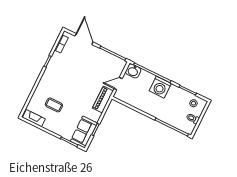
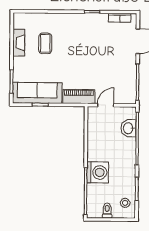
washbasin: (133, 71) -> (128, 128), moved
door: (118, 84) -> (106, 105), hinge flipped
washing machine: (160, 87) -> (98, 172), moved, turned 180
fireplace: (34, 118) -> (19, 43), moved
sofa: (84, 132) -> (37, 93), width x1.36

